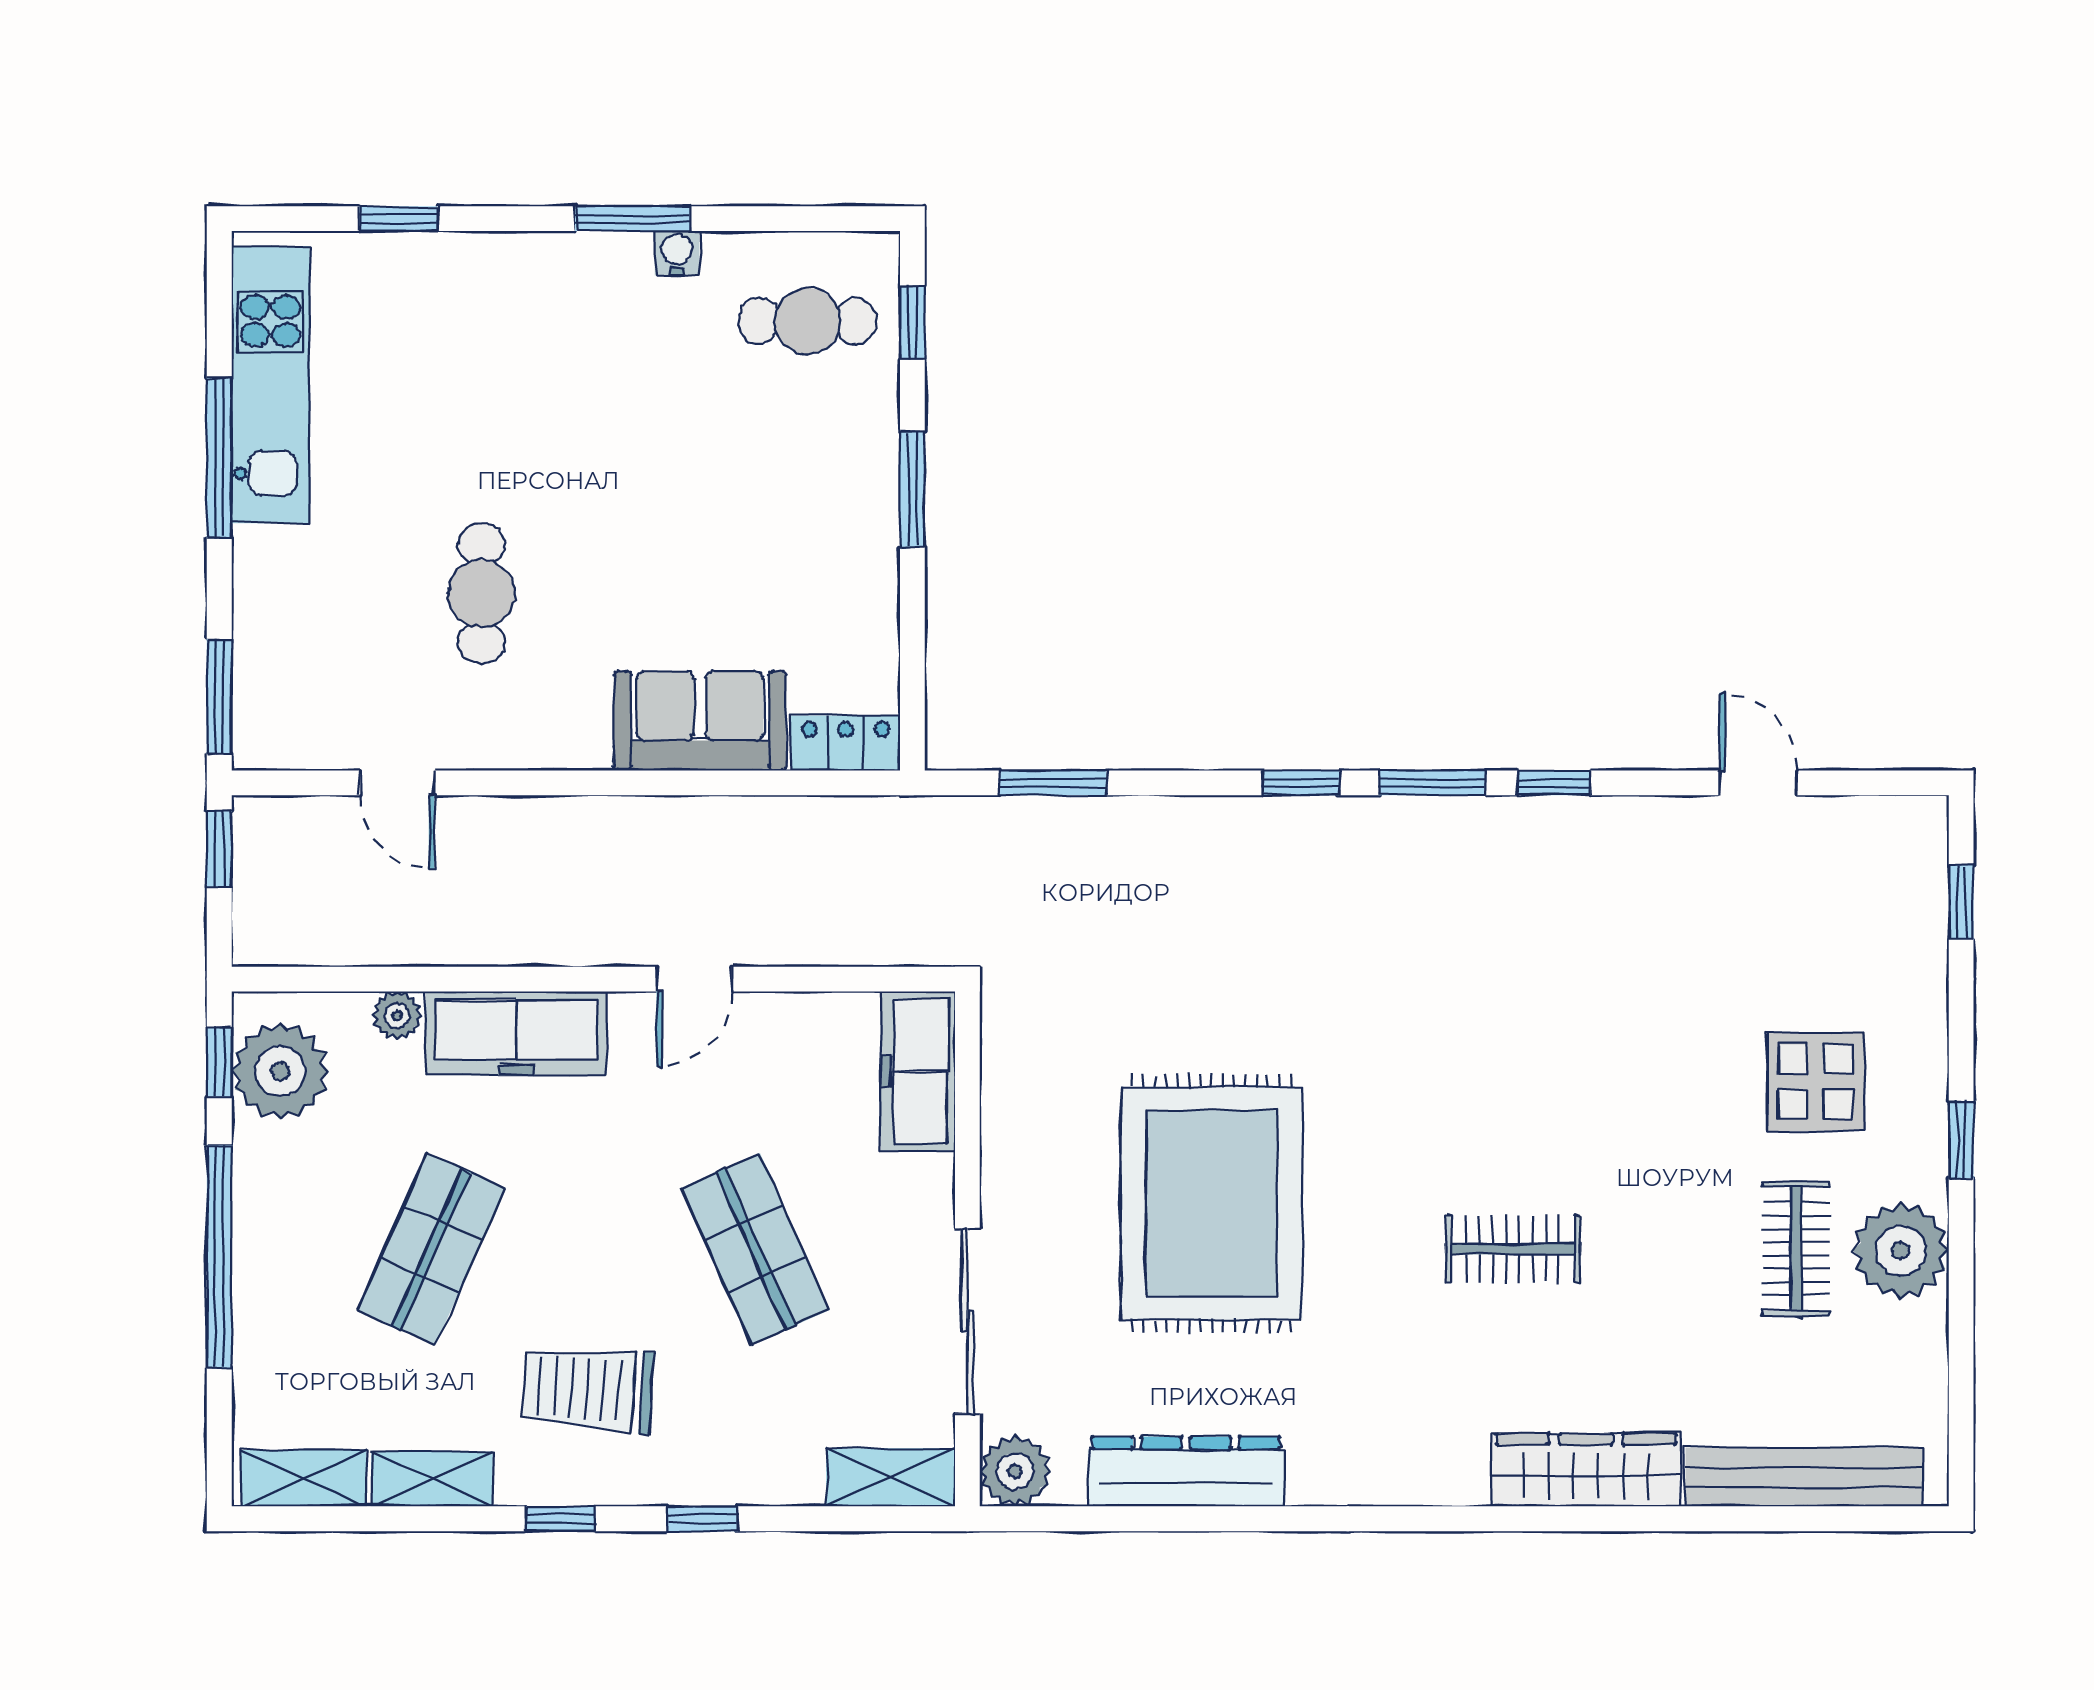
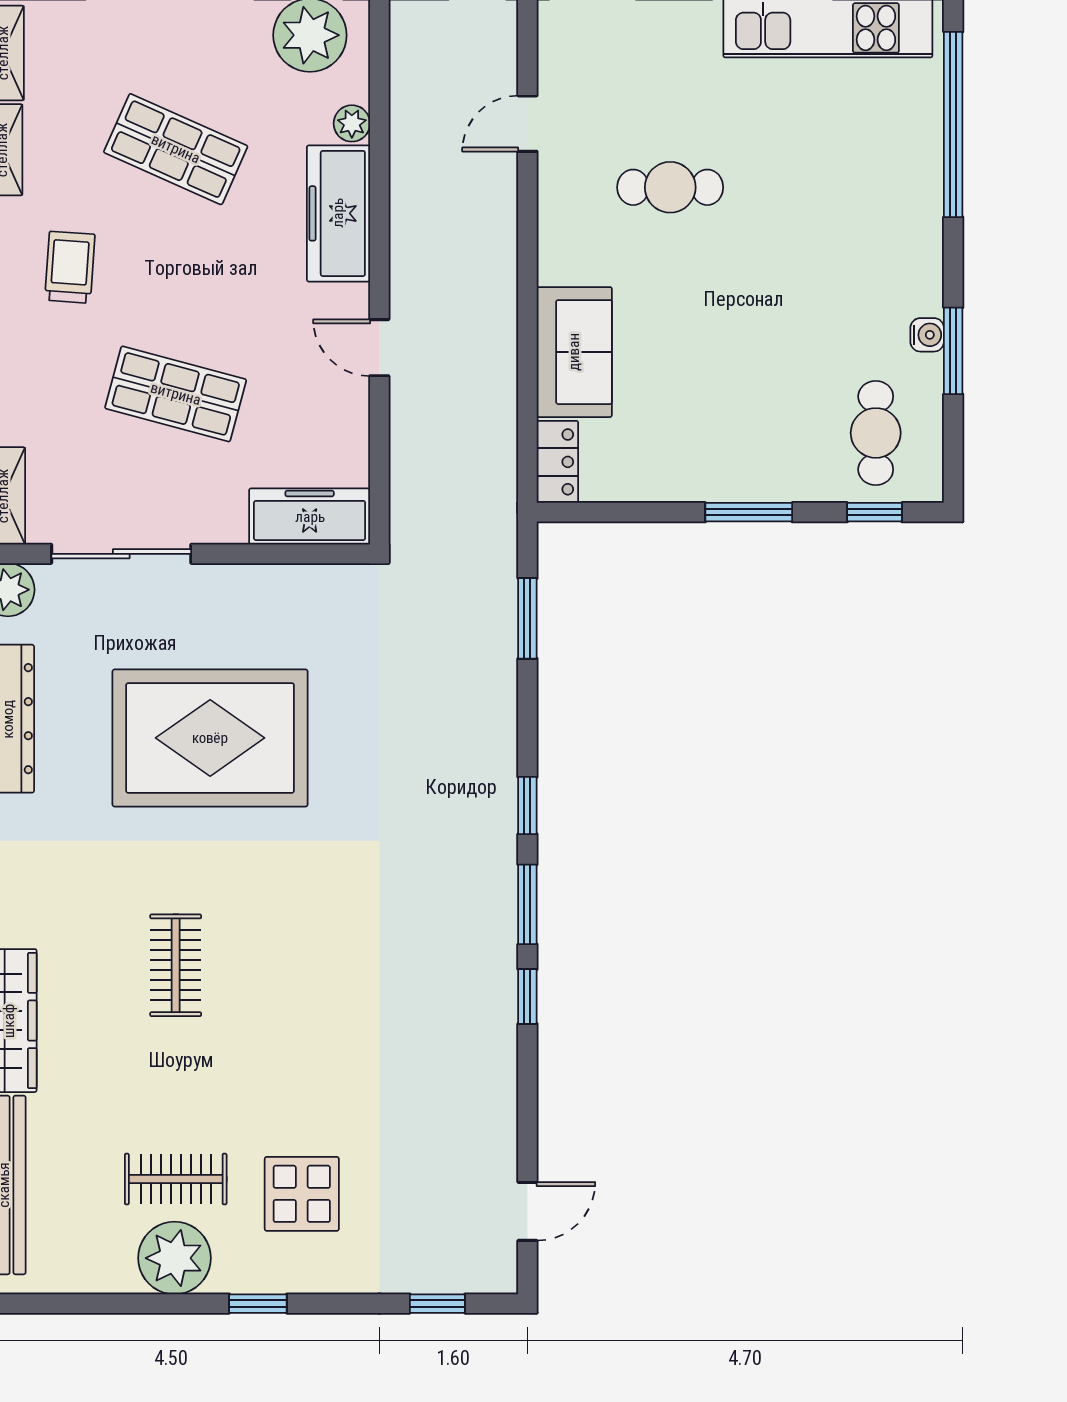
window: (398, 219) -> (953, 124), width x3.17
window: (633, 219) -> (953, 351), moved
door: (1758, 783) -> (527, 1211), moved
shop shelf: (756, 1249) -> (176, 394), turned 39
trolley: (588, 1389) -> (70, 267), width x0.73, depth x0.72

